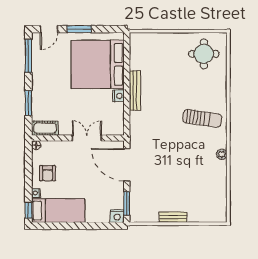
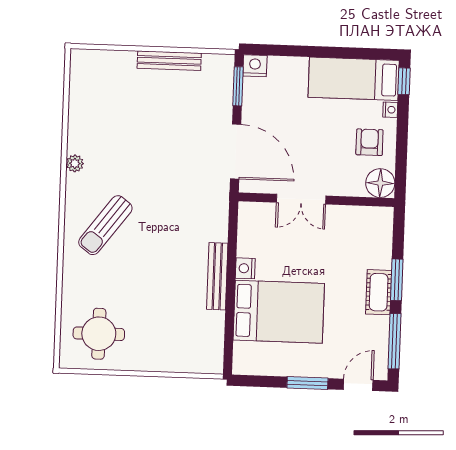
bed: (98, 64) -> (279, 312), width x0.73
window: (28, 103) -> (397, 280), moved
sun lounger: (202, 118) -> (105, 225), turned -61
cot: (45, 128) -> (379, 292), moved, turned 90
floor lamp: (36, 145) -> (380, 183), width x1.89, depth x1.89
bench: (173, 217) -> (169, 61), width x1.36

